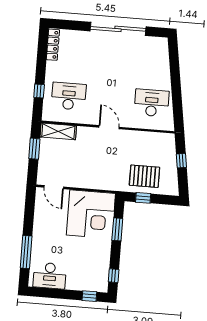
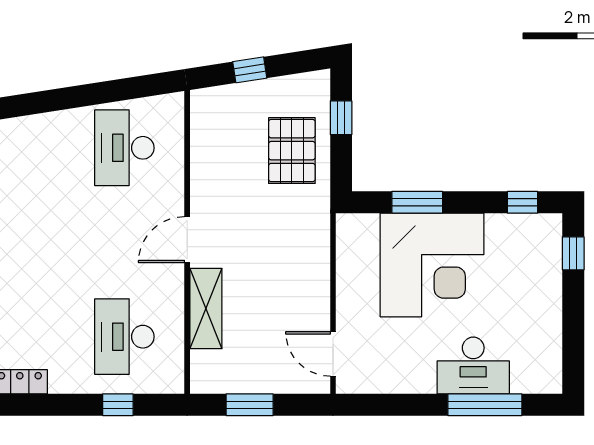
shelving: (58, 131) -> (206, 309), moved
door: (54, 187) -> (333, 354), swing flipped
window: (143, 198) -> (341, 118), moved
corner desk: (91, 214) -> (432, 265), moved, turned 90
desk: (50, 276) -> (473, 366), moved, turned 90

